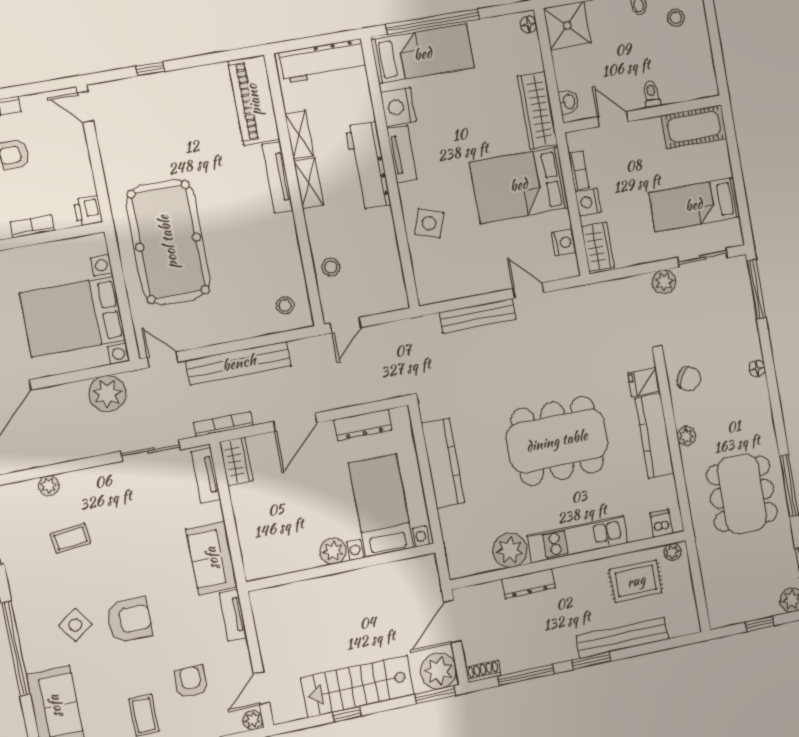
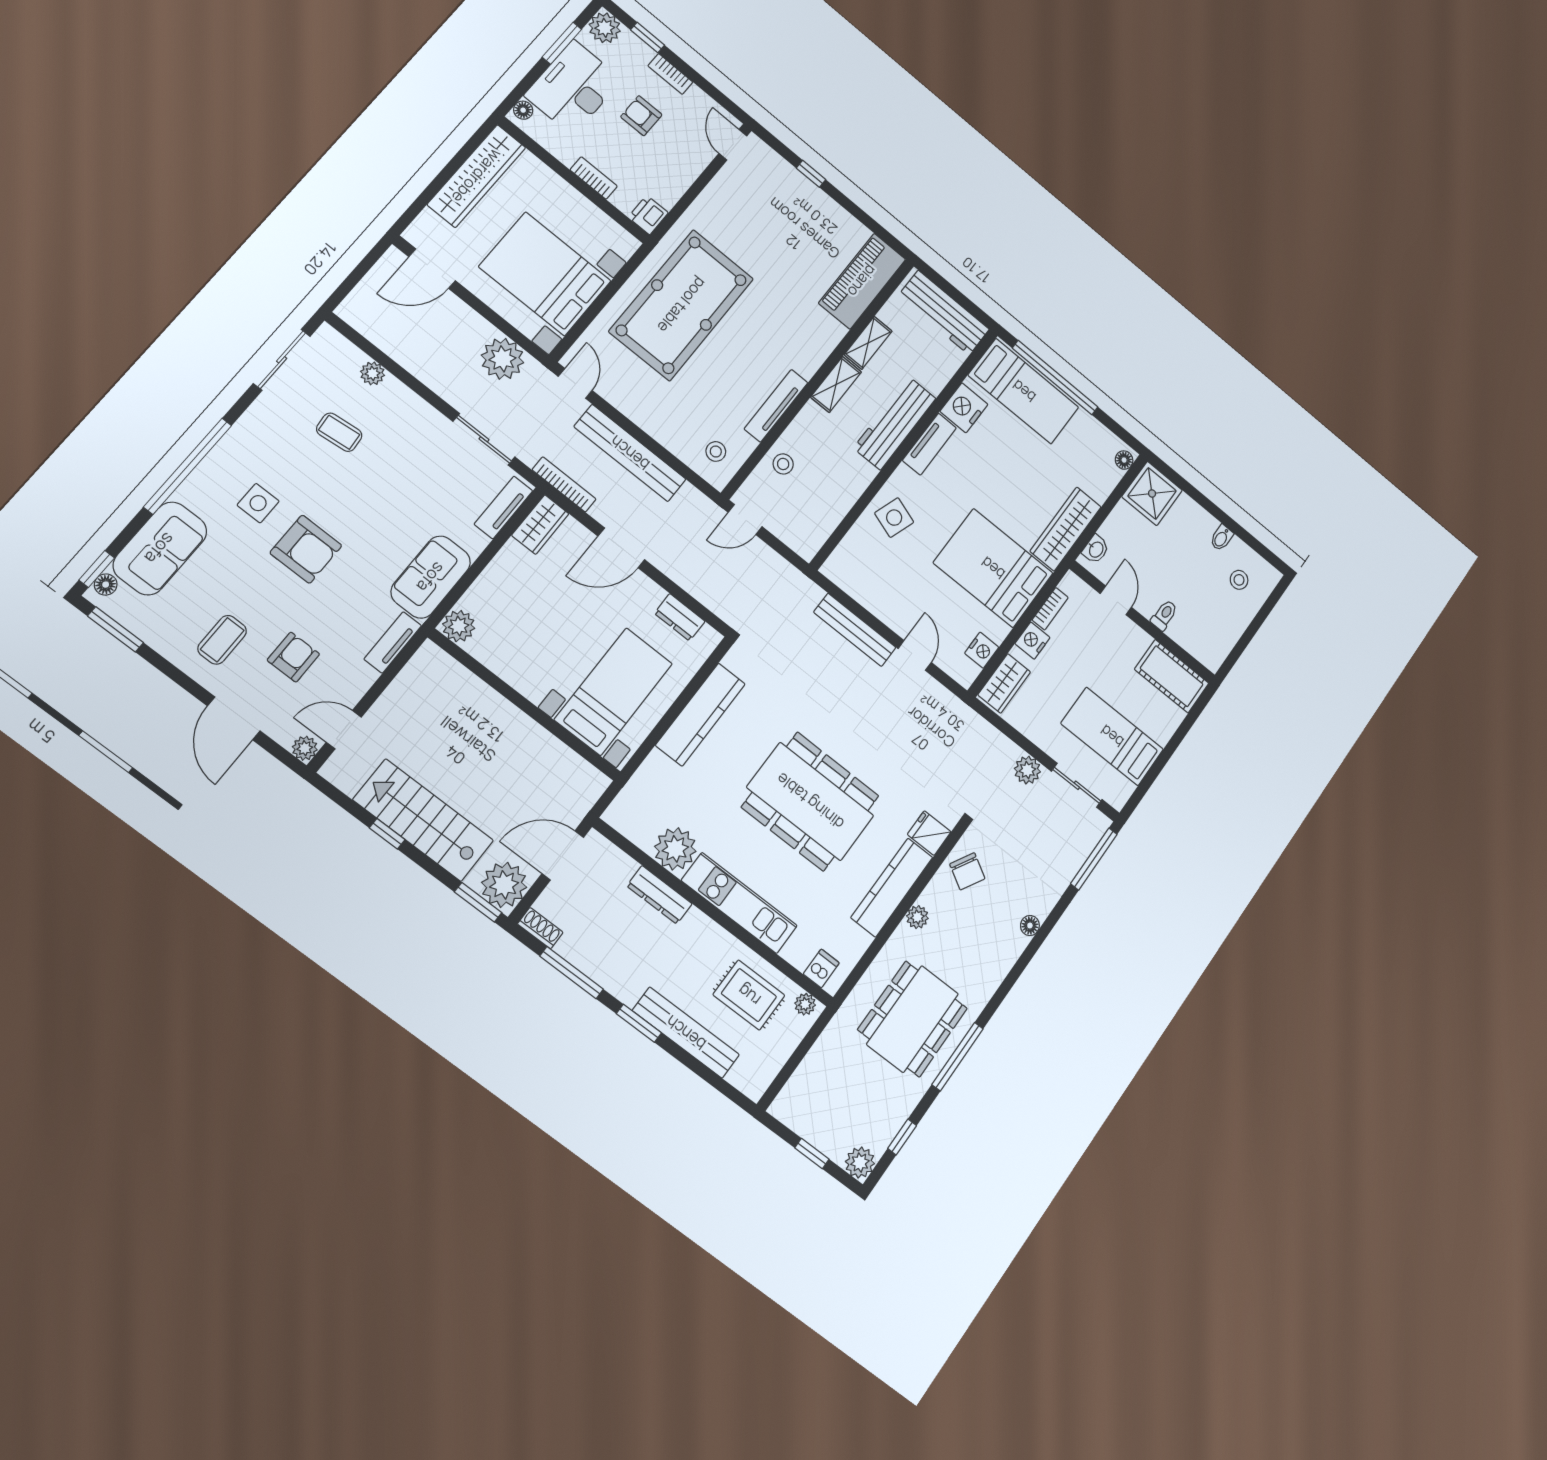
tv unit: (277, 177) -> (776, 406), moved
dresser: (363, 425) -> (680, 617), width x0.70
plant: (333, 551) -> (459, 626), moved
side table: (75, 625) -> (258, 503), turned 35

